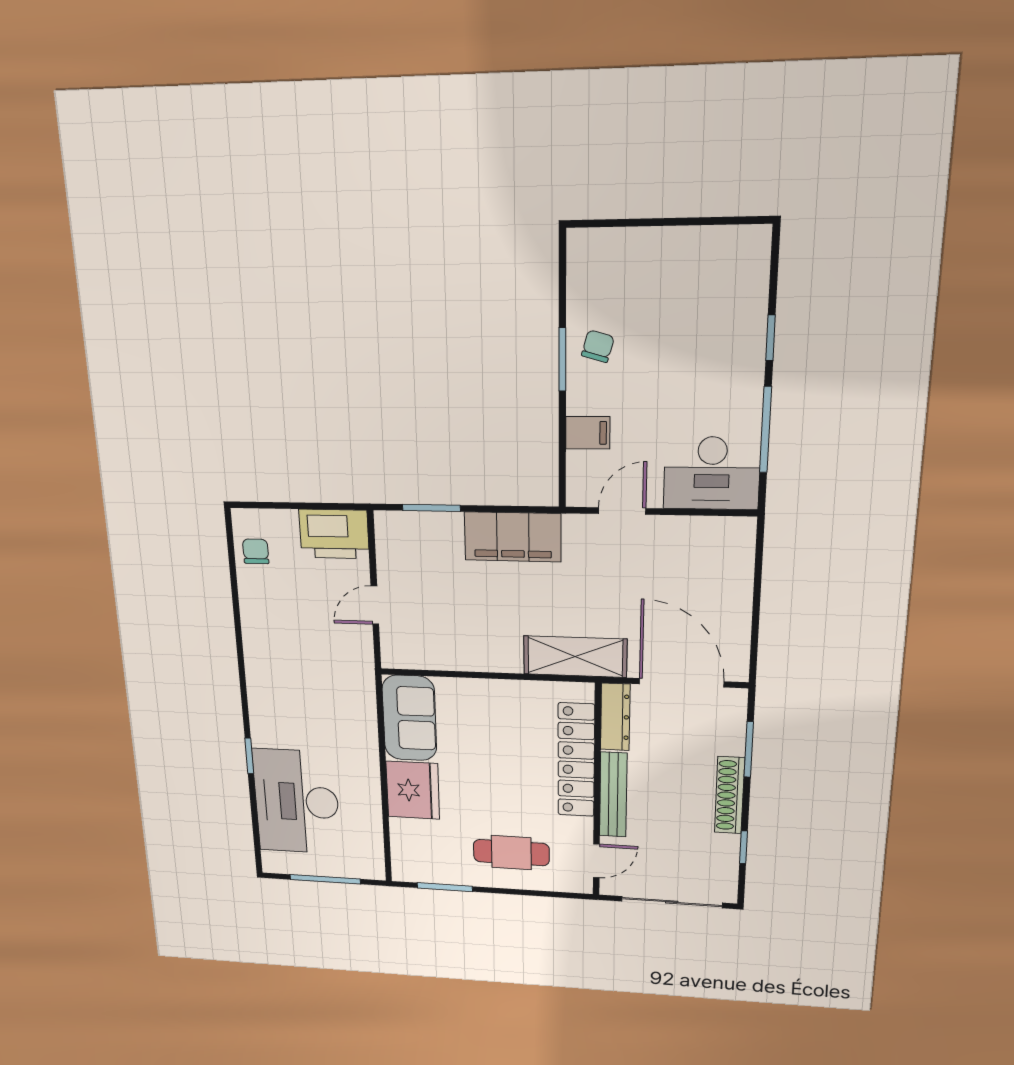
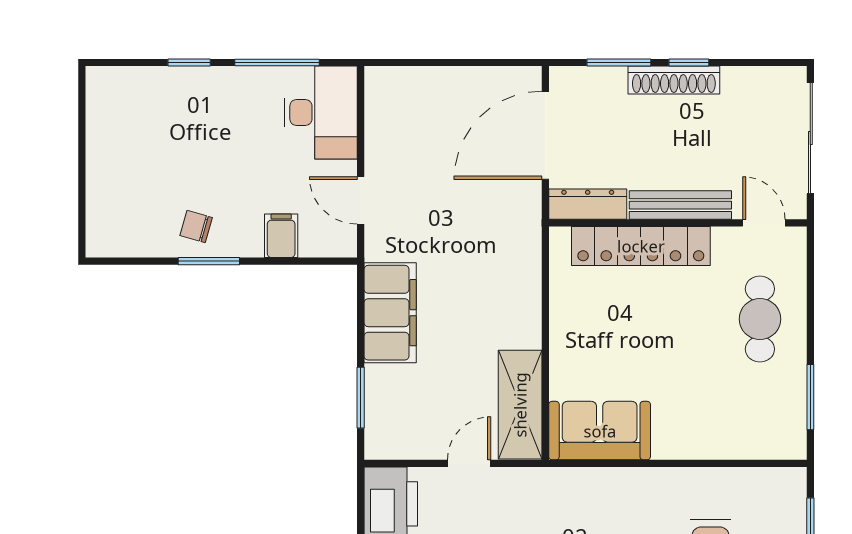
door: (375, 605) -> (469, 463), swing flipped
shelving: (575, 657) -> (520, 405), moved
fridge: (413, 790) -> (688, 430), removed
window: (743, 847) -> (689, 63), moved

